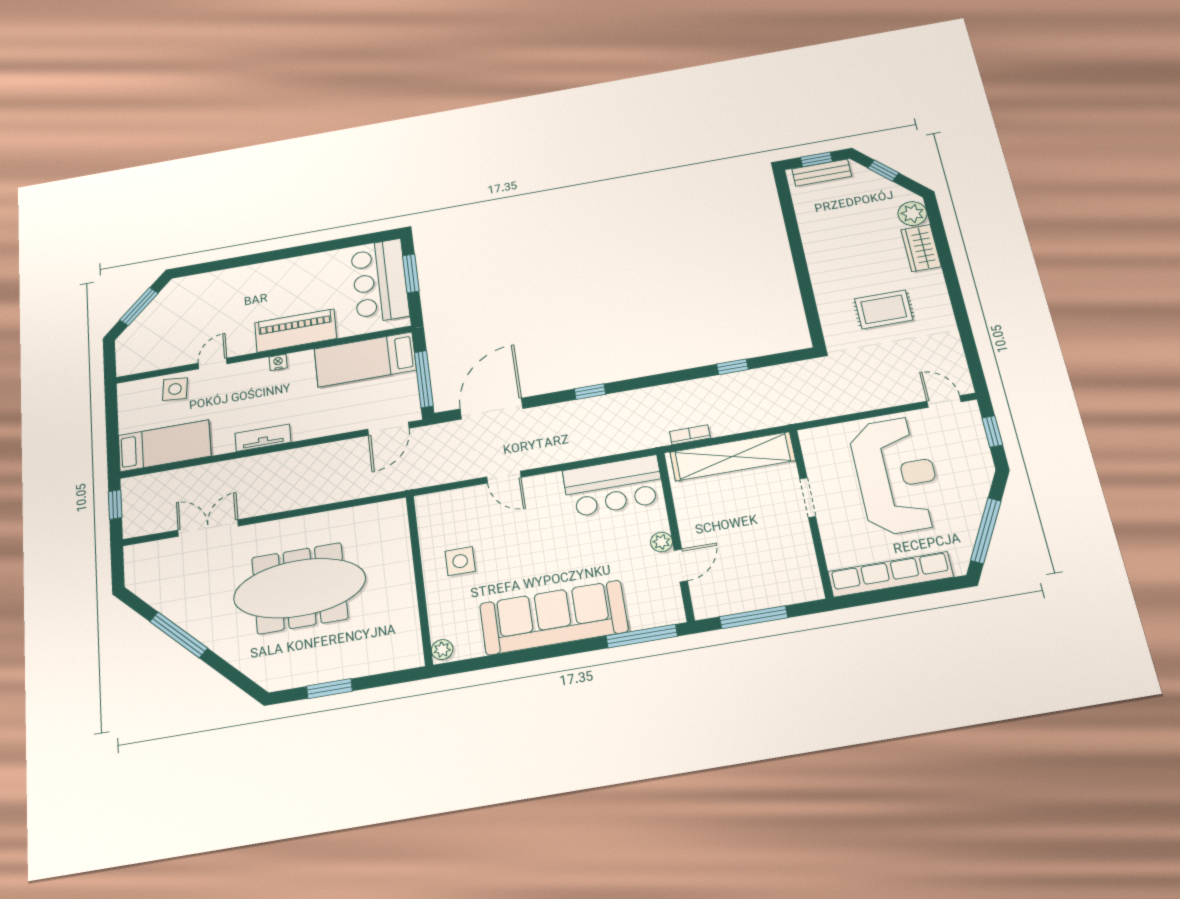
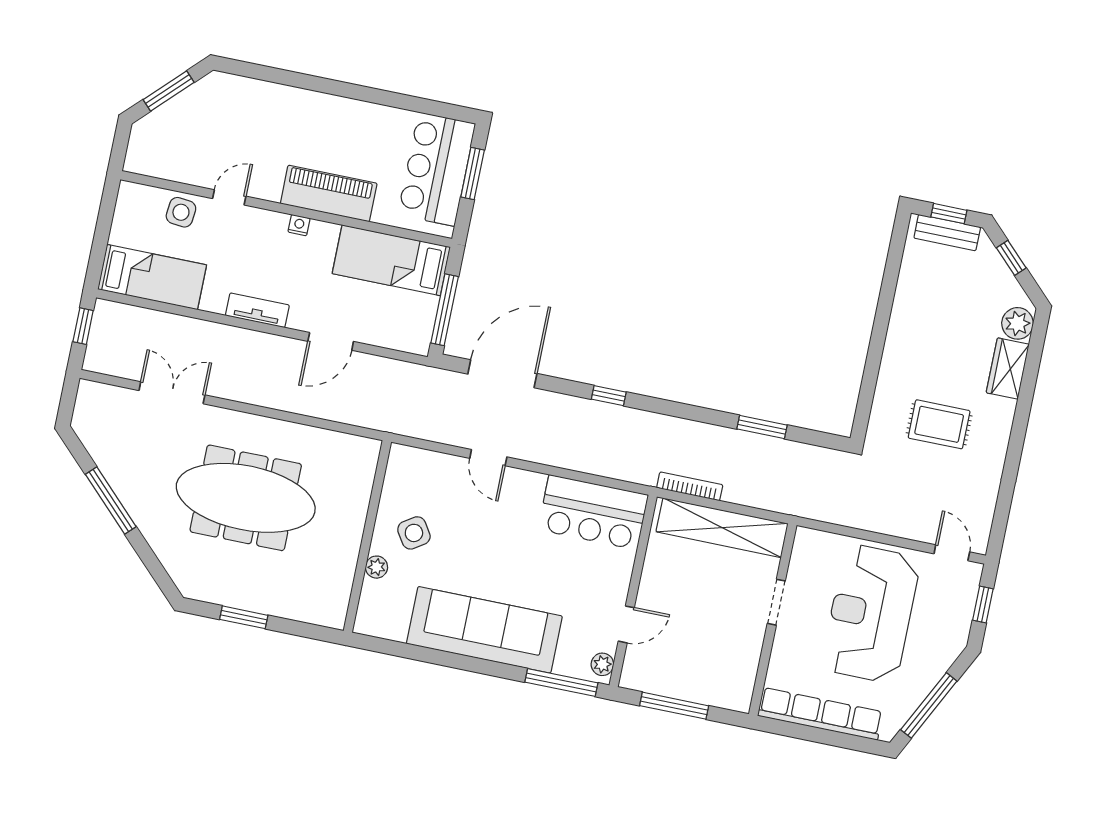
window: (733, 367) -> (762, 427), width x1.50
door: (388, 429) -> (331, 341), moved
bookcase: (690, 435) -> (690, 486), width x1.56
reception desk: (896, 475) -> (871, 613), turned 180
plant: (661, 542) -> (602, 664), moved
side table: (460, 561) -> (414, 533), turned -33
plant: (442, 650) -> (376, 567), moved

